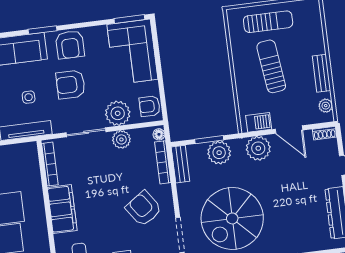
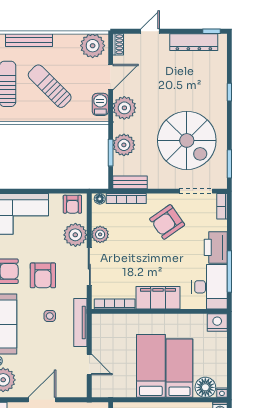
sun lounger: (271, 66) -> (50, 86), turned 52
bench: (322, 73) -> (29, 40), moved, width x1.36
plant: (326, 106) -> (93, 46), width x1.87, depth x1.87

